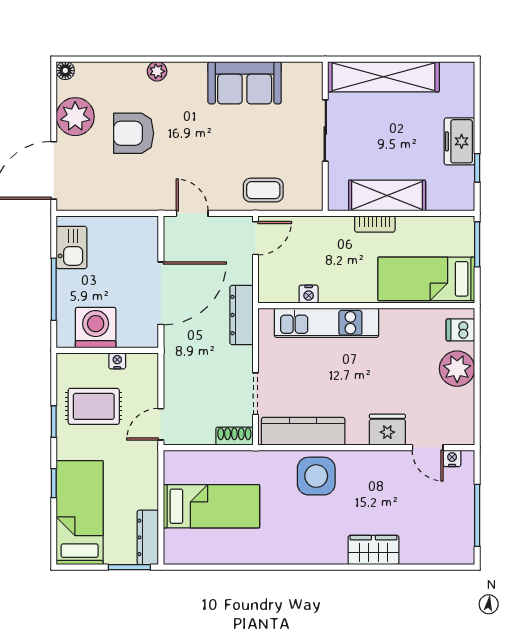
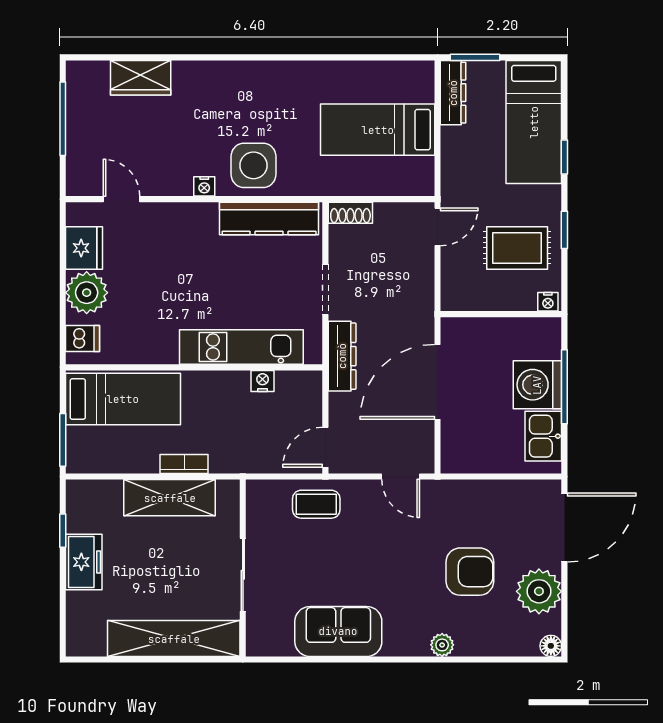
washing machine: (96, 328) -> (537, 385), moved, turned 90
nightstand: (117, 361) -> (548, 302), moved
doorway: (256, 394) -> (325, 289), moved
fridge: (387, 430) -> (84, 248), moved, turned -90
nightstand: (452, 458) -> (204, 186), moved
wardrobe: (373, 550) -> (141, 78), moved

